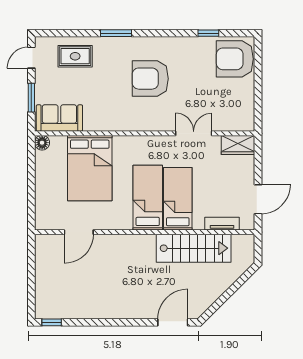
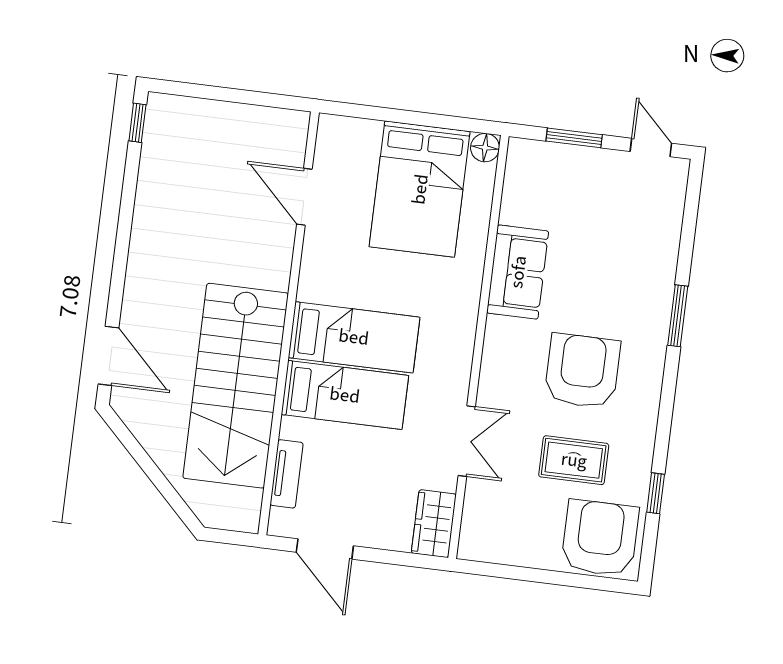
rug: (75, 56) -> (574, 460), moved, turned 90
sofa: (59, 118) -> (518, 272), moved
bed: (90, 168) -> (420, 189), moved, turned -90
stairs: (194, 248) -> (236, 386), width x1.36, depth x1.51

